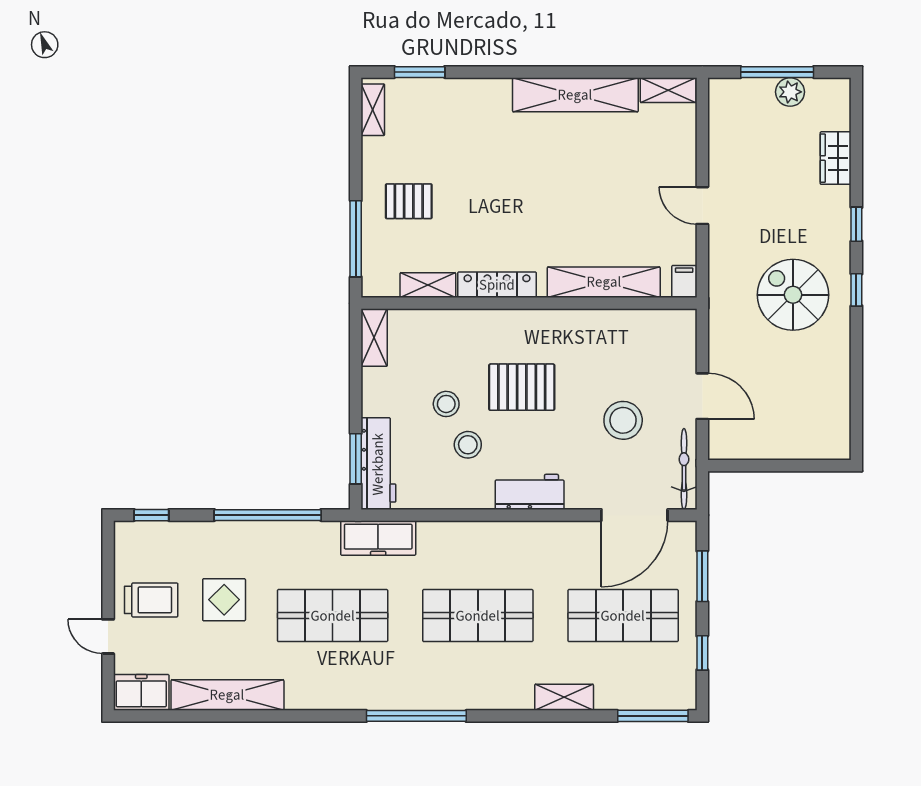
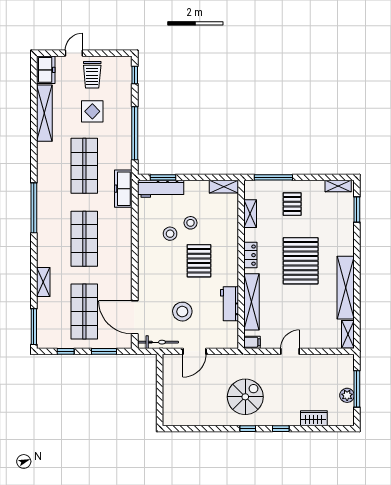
pallet: (522, 184) -> (301, 261), added
locker: (497, 285) -> (250, 255), width x0.66
workbench: (530, 492) -> (229, 304), moved, turned 180

